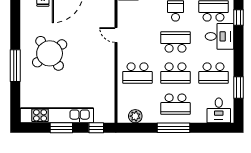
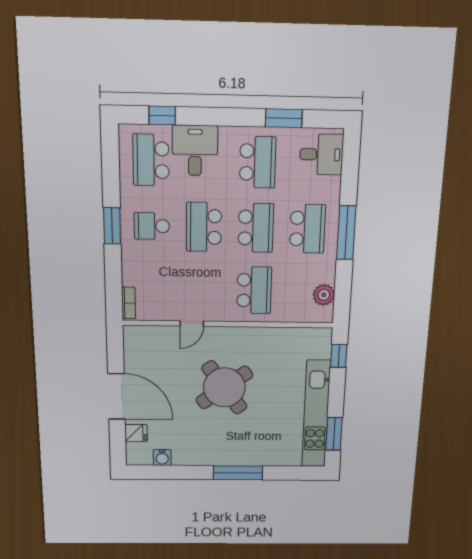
water cooler: (26, 16) -> (162, 458), added
round table: (50, 53) -> (224, 387), moved
window: (61, 128) -> (334, 434), moved

